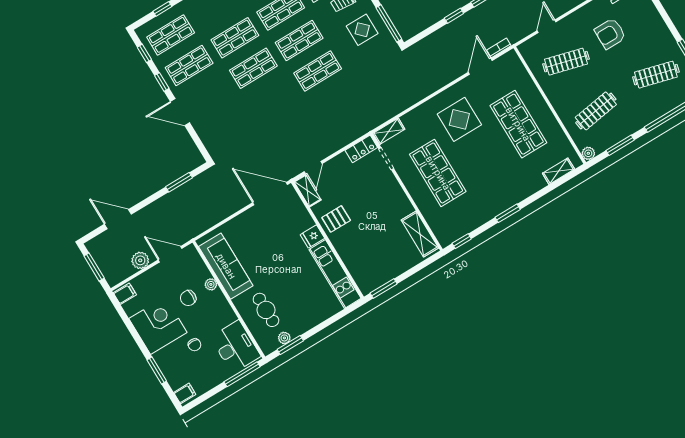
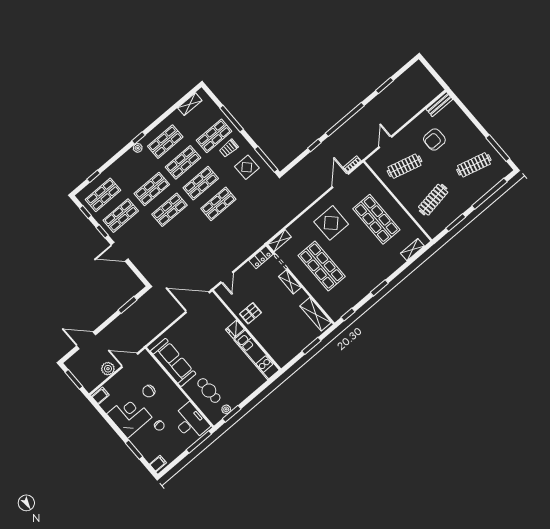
plant: (588, 153) -> (433, 233), removed
shelving: (307, 191) -> (290, 282), moved
plant: (211, 284) -> (164, 378), removed
window: (384, 289) -> (311, 346), moved

